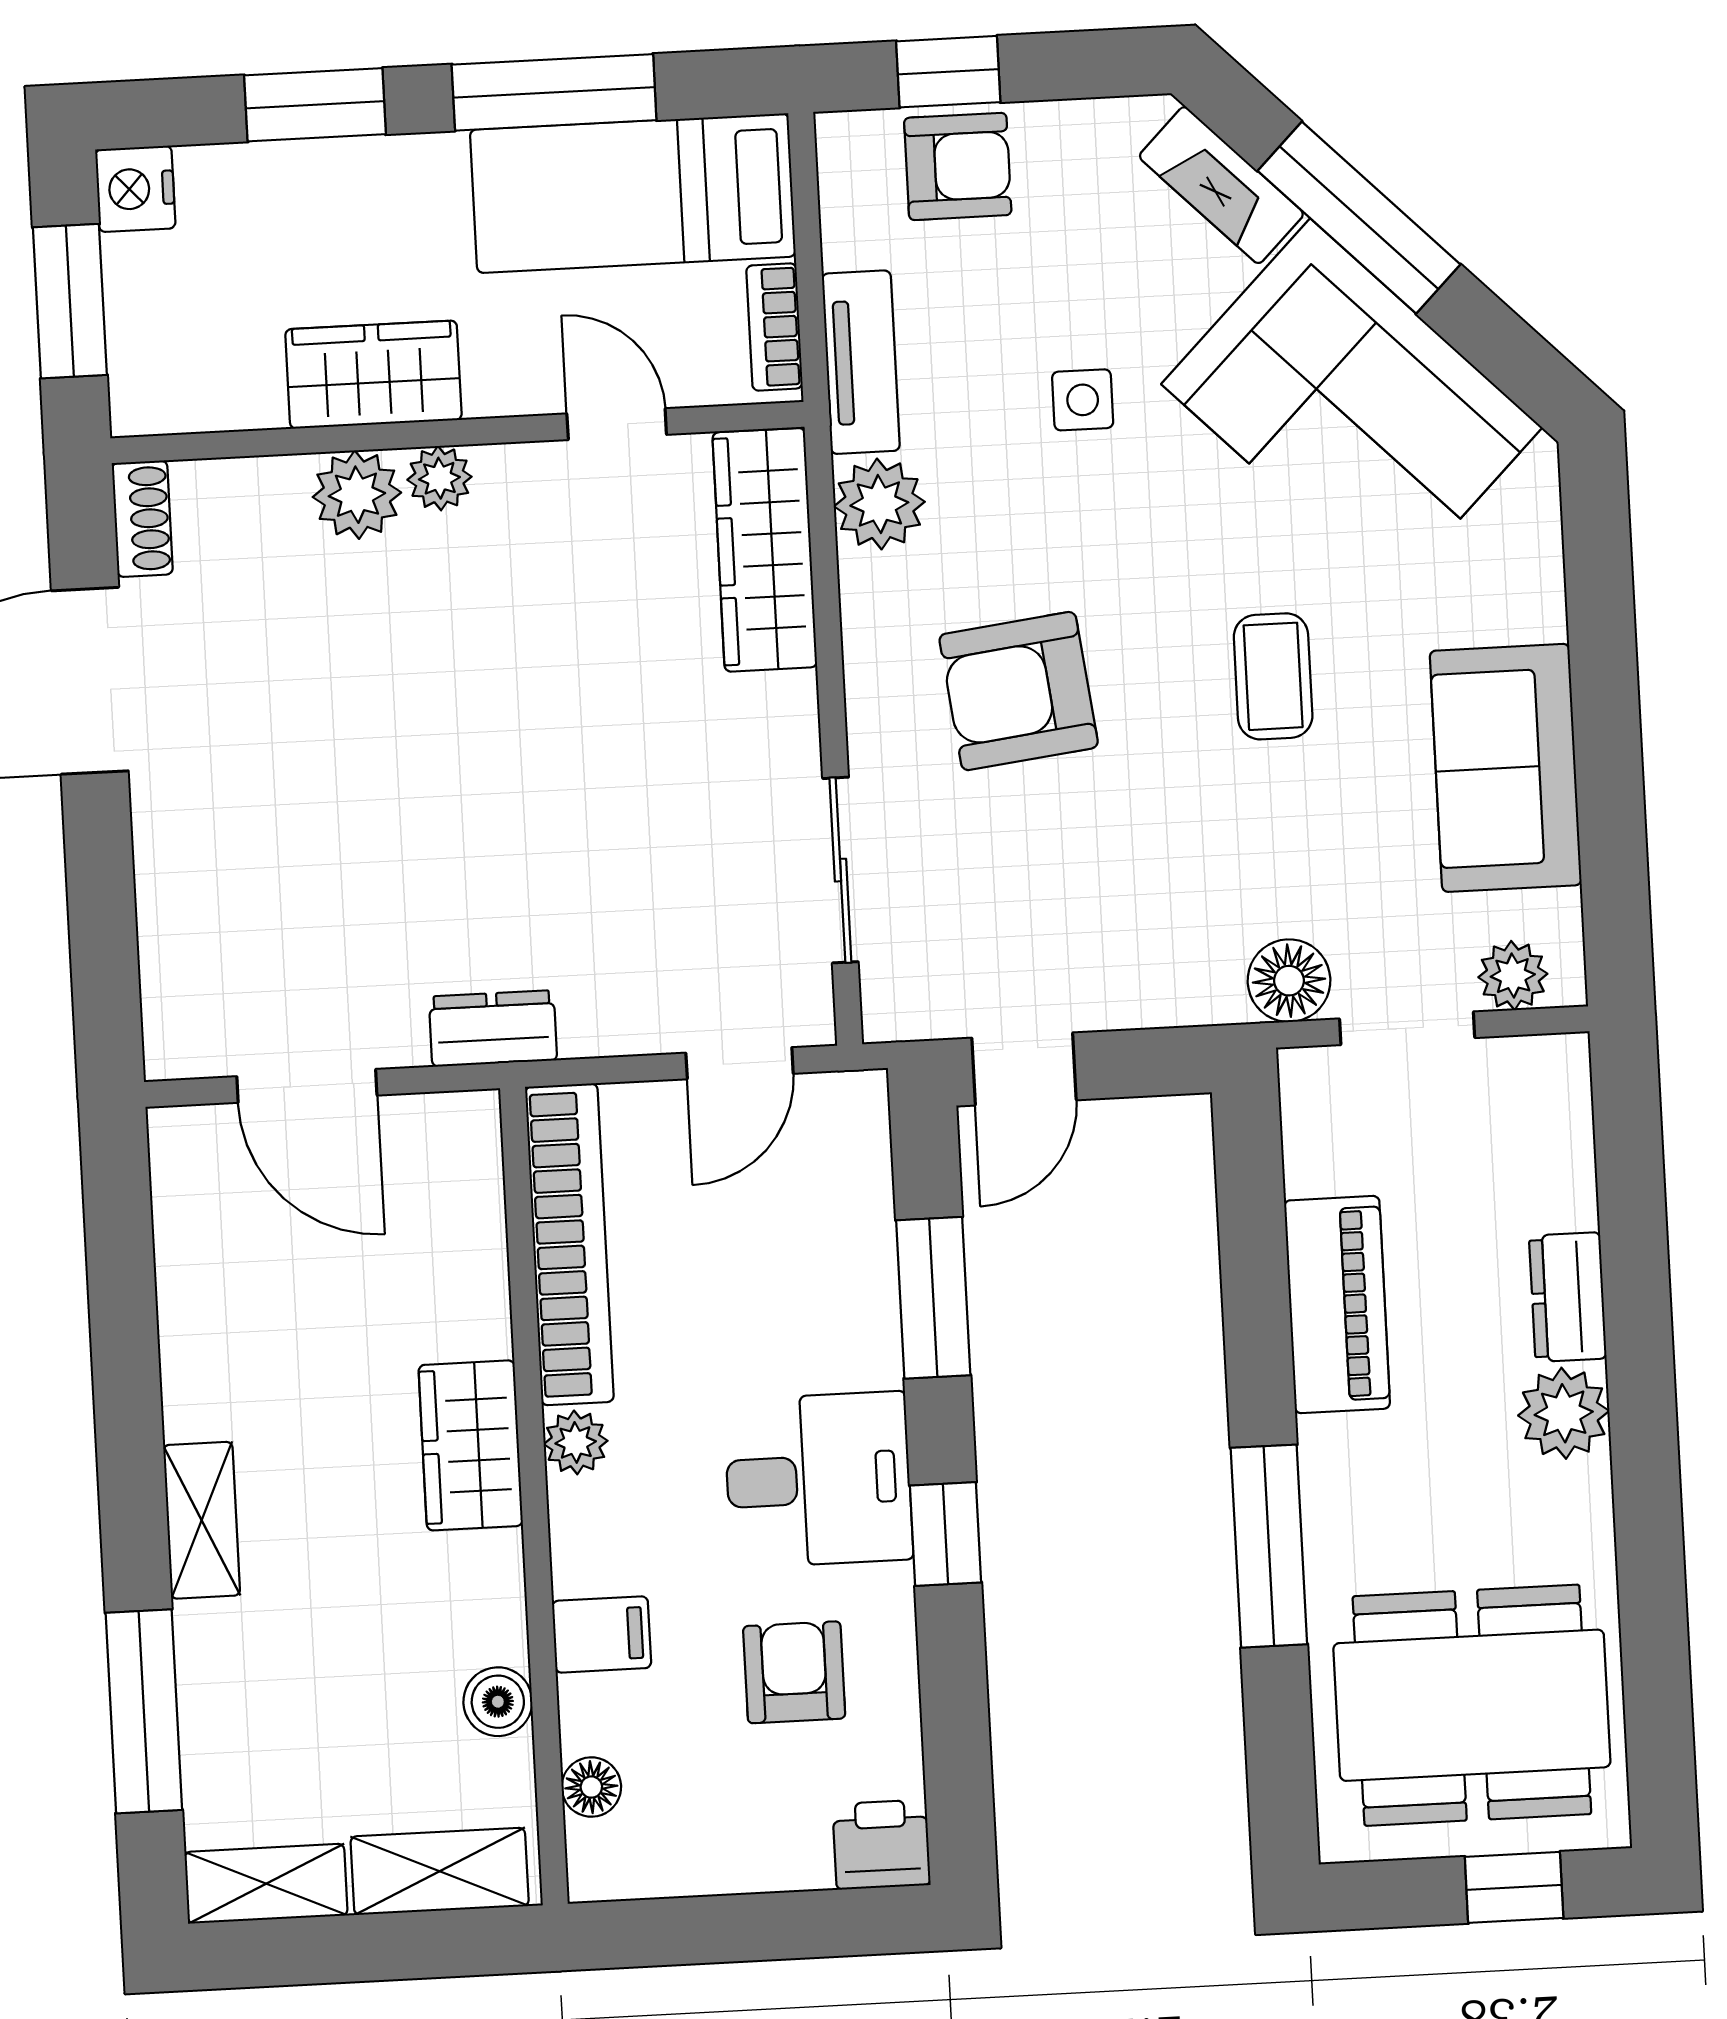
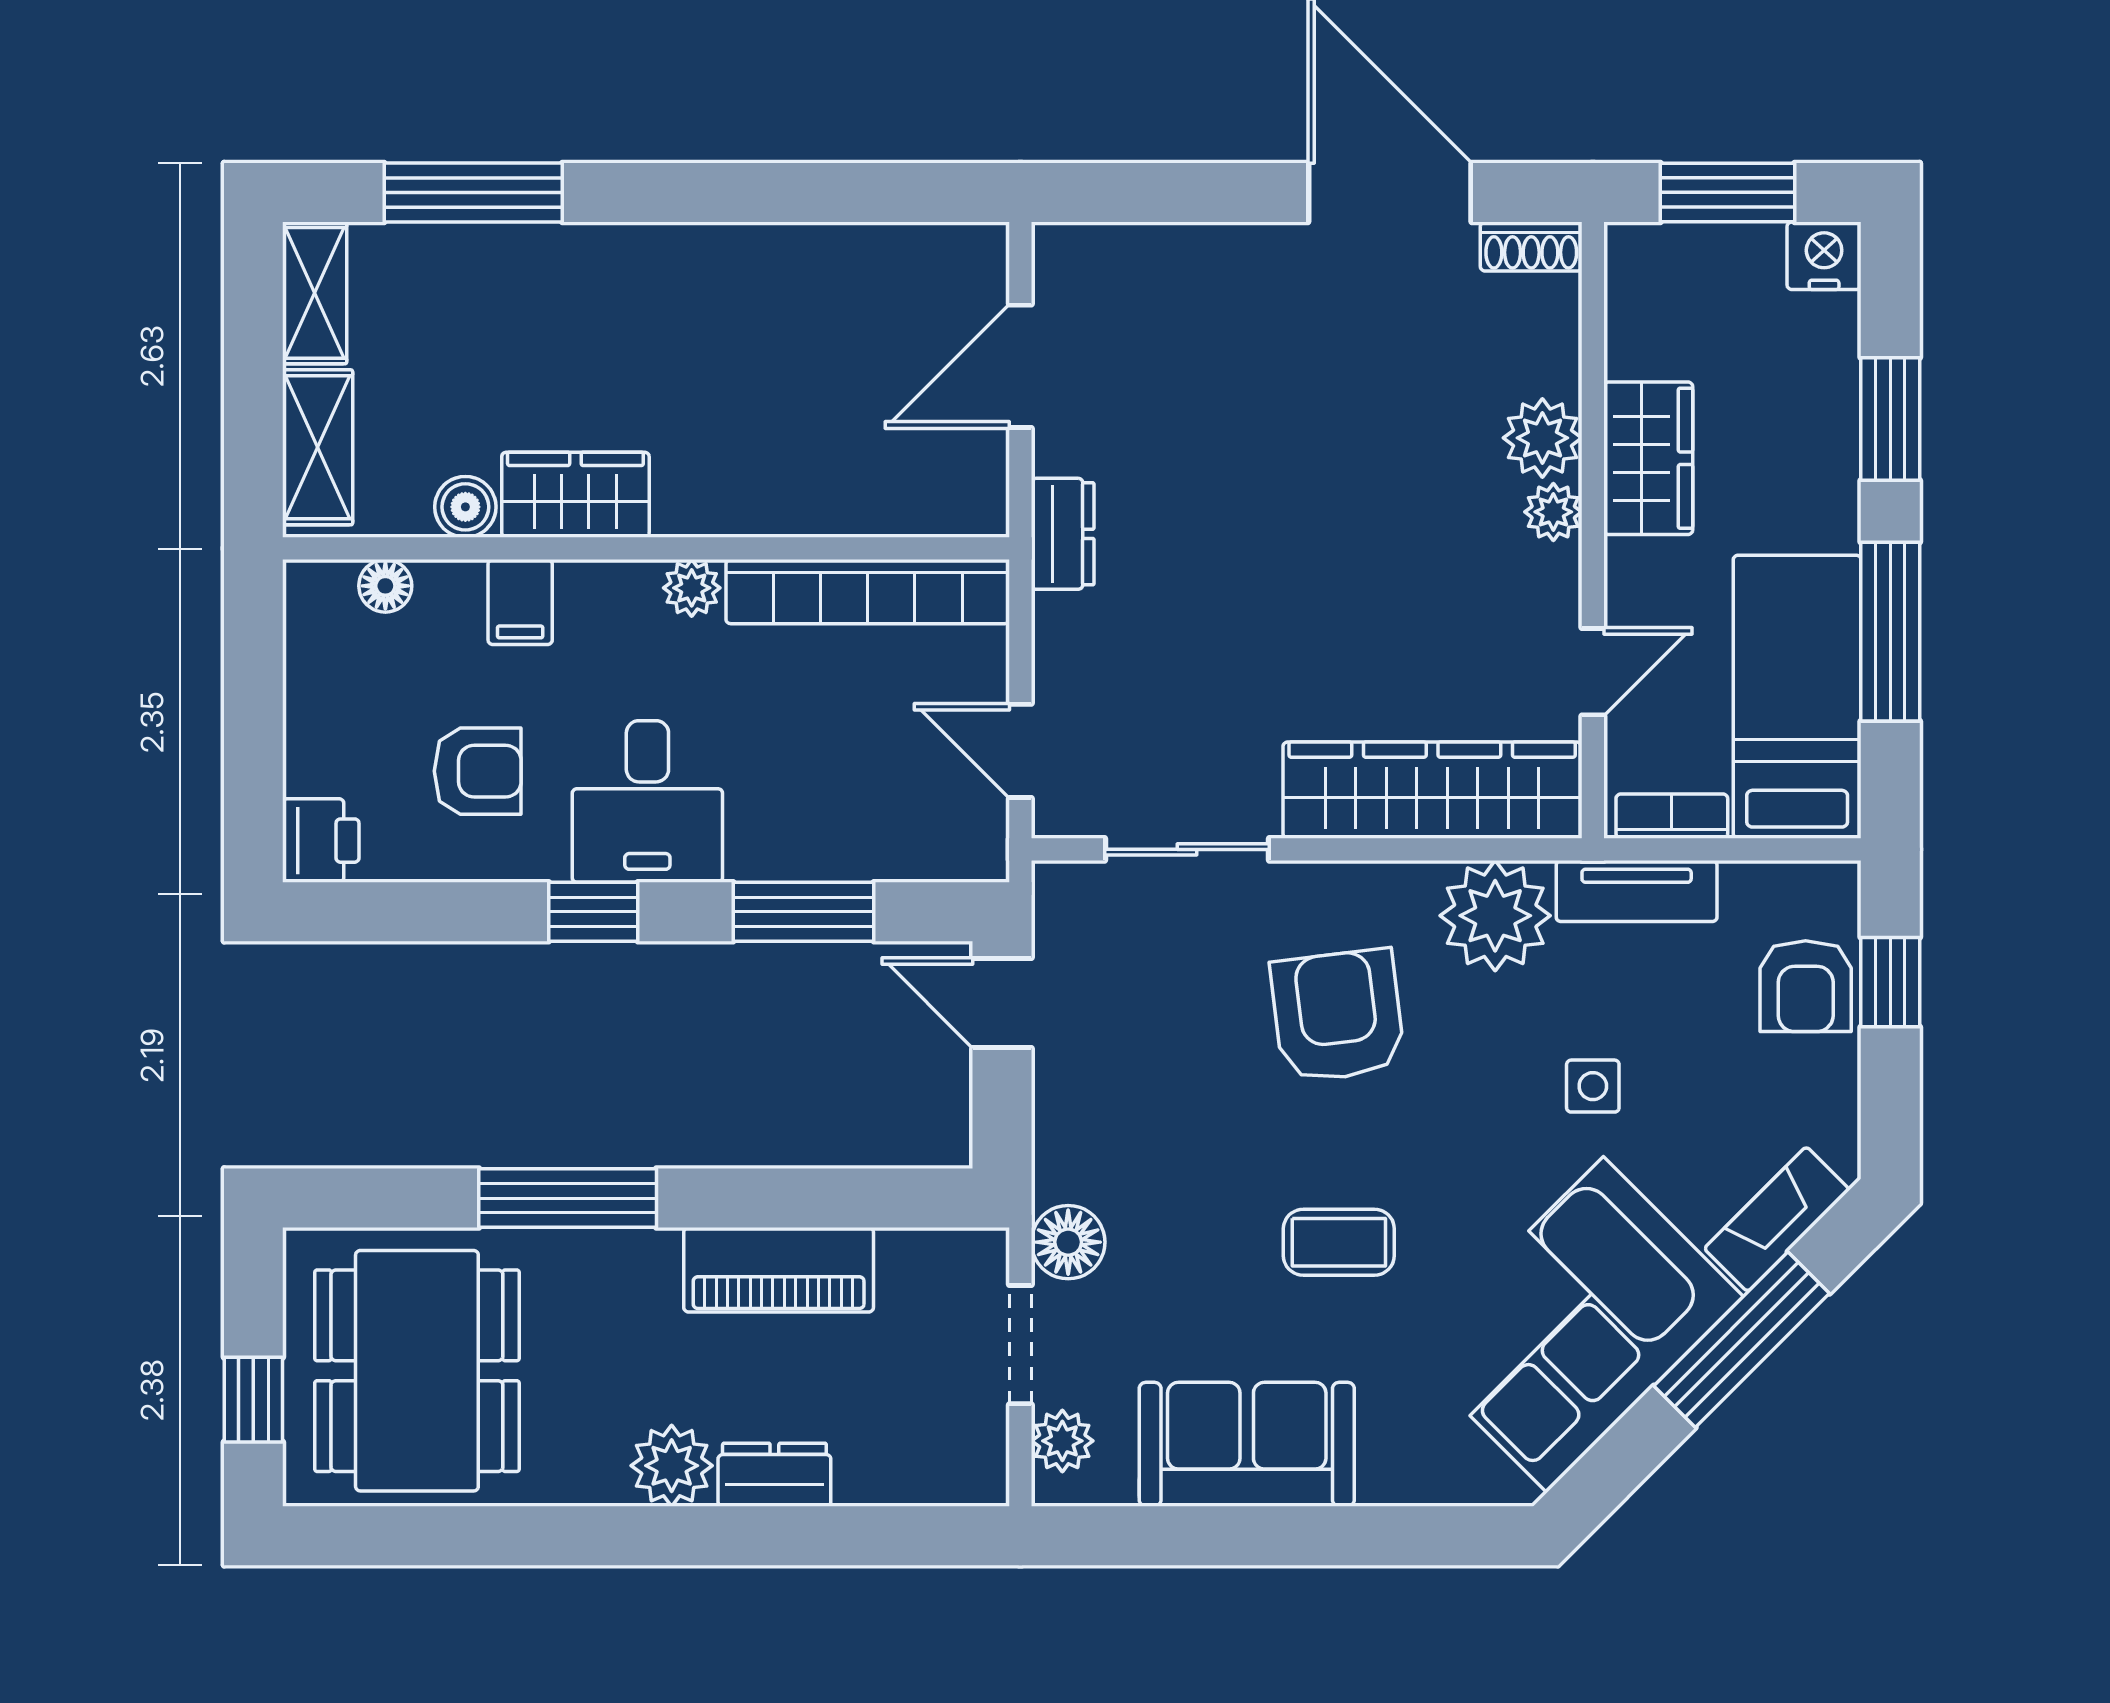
plant: (879, 504) -> (1495, 916), width x1.36, depth x1.36
wardrobe: (765, 550) -> (1432, 790), width x1.40, depth x1.17
wardrobe: (471, 1445) -> (575, 495), moved
shelving: (202, 1520) -> (640, 253), removed

